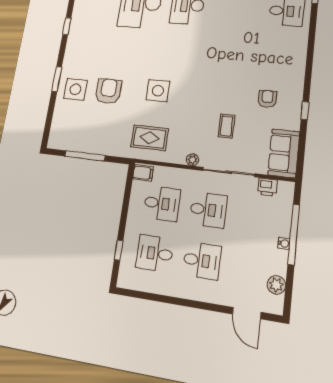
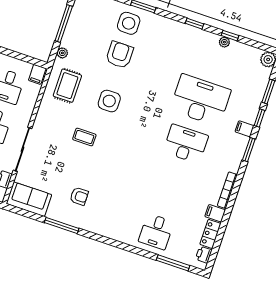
armchair: (108, 91) -> (120, 55), turned -90
window: (305, 111) -> (62, 225), width x2.17
coffee table: (226, 126) -> (84, 137), moved
plant: (193, 160) -> (62, 53), moved

